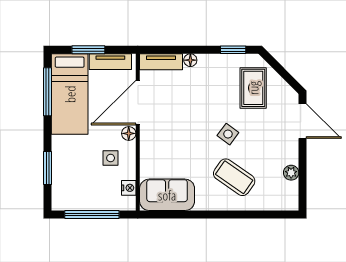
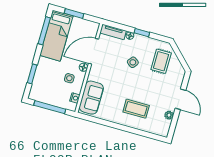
window: (233, 50) -> (142, 33), moved
tv unit: (110, 62) -> (84, 24), removed
door: (303, 121) -> (180, 99), moved
side table: (228, 134) -> (133, 62), moved
coffee table: (234, 177) -> (136, 109), turned -35
sofa: (167, 195) -> (91, 98), moved, turned 90

